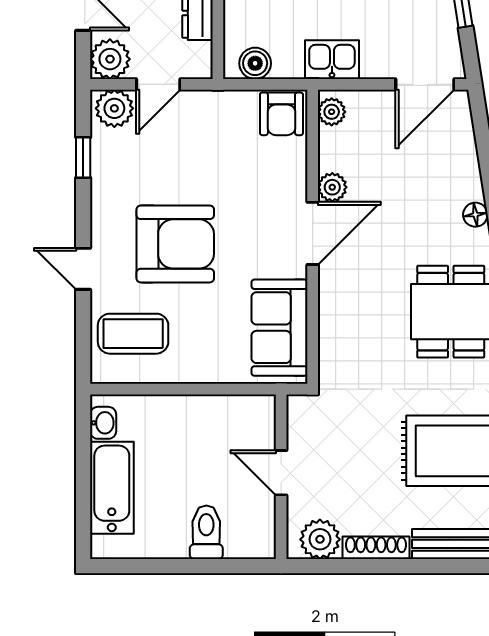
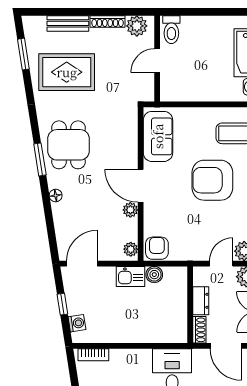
boiler: (255, 63) -> (154, 275), moved
door: (313, 233) -> (141, 186), hinge flipped
door: (281, 473) -> (157, 61), swing flipped
toilet: (206, 532) -> (171, 30), moved

